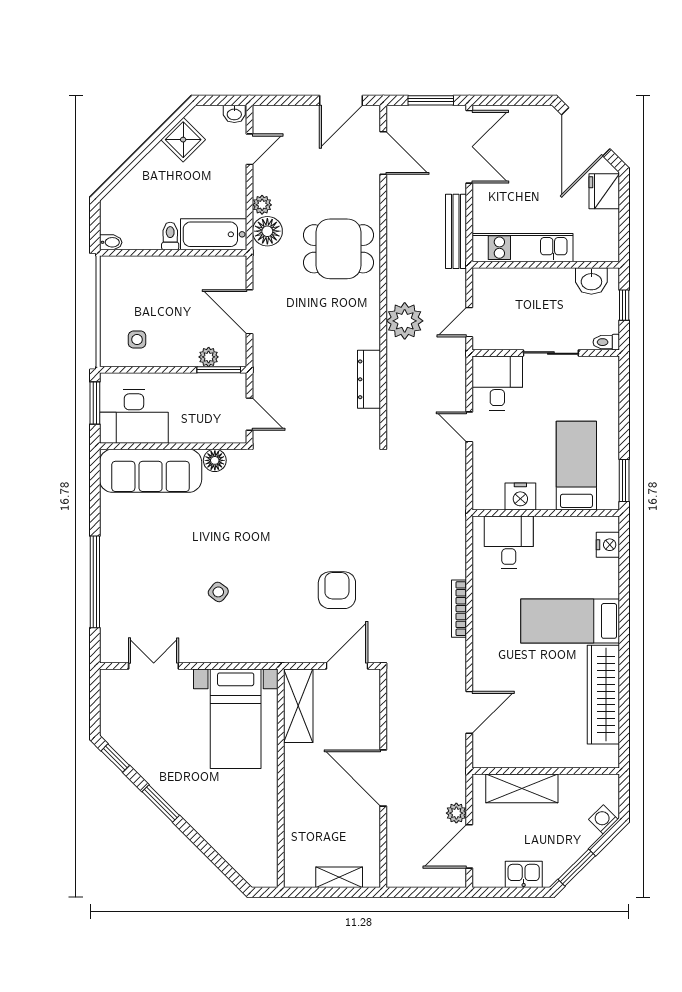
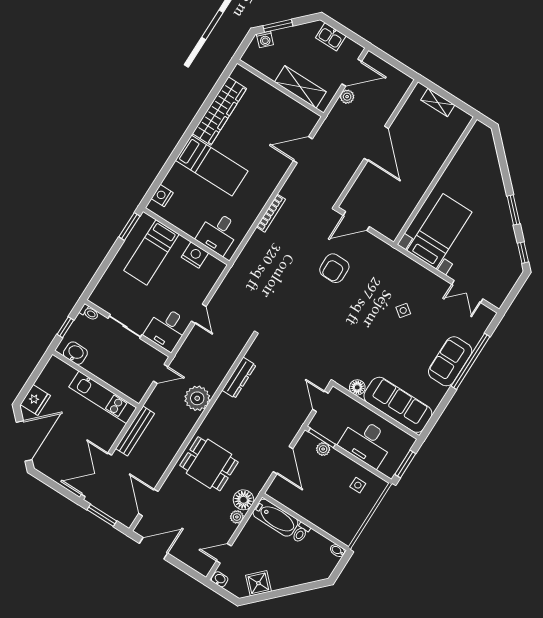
desk: (134, 416) -> (366, 442), moved, turned 180
sofa: (120, 566) -> (450, 361), added
shelving: (298, 706) -> (399, 216), removed
window: (577, 868) -> (278, 26), moved

